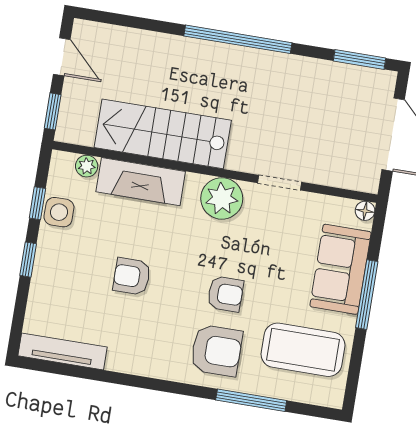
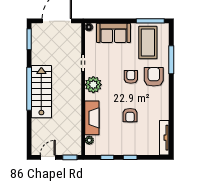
stairs: (163, 134) -> (41, 92), moved, turned 180
side table: (59, 212) -> (109, 148), removed
window: (367, 295) -> (150, 21), moved

